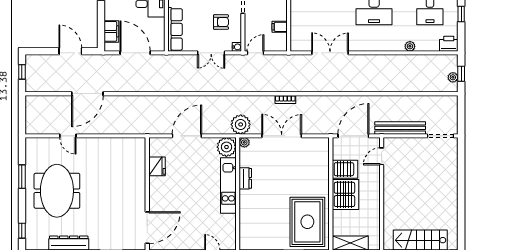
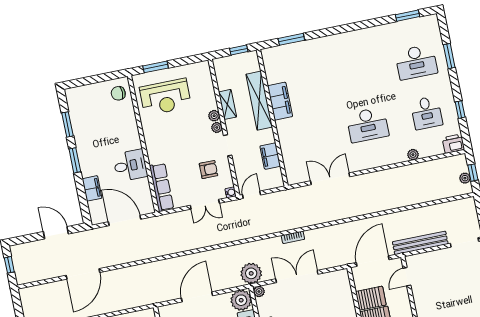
filing cabinet: (280, 27) -> (270, 156), width x2.00
filing cabinet: (111, 31) -> (92, 188), moved

